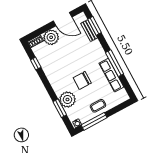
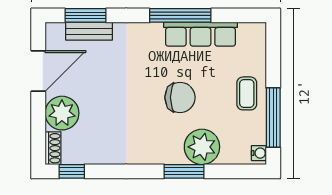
window: (36, 64) -> (72, 171), moved
chair: (82, 80) -> (180, 97), turned -90
window: (60, 108) -> (184, 171), moved

